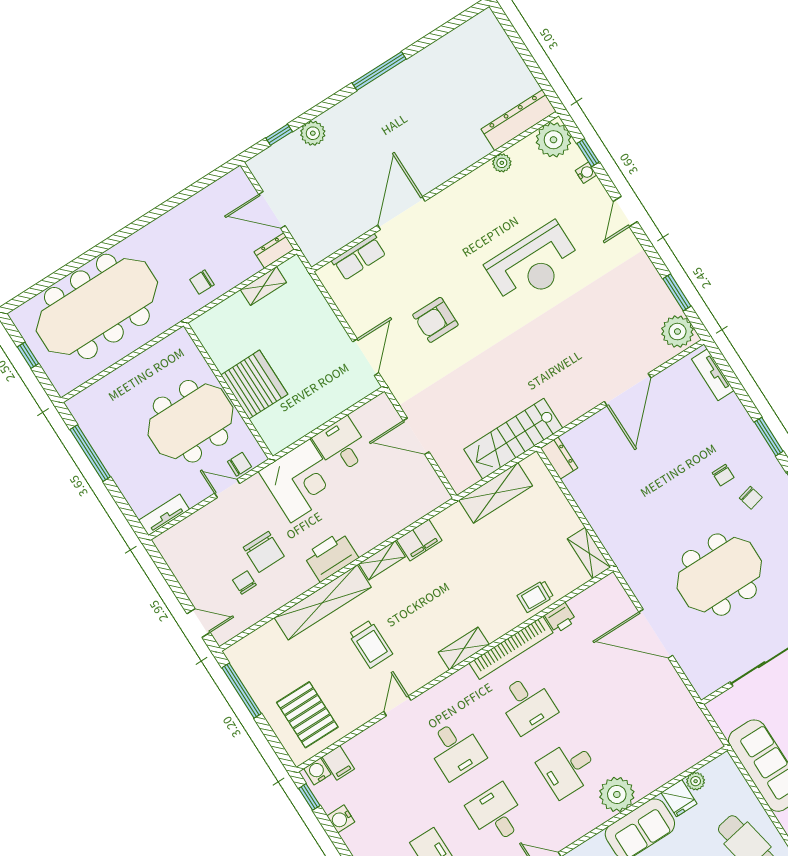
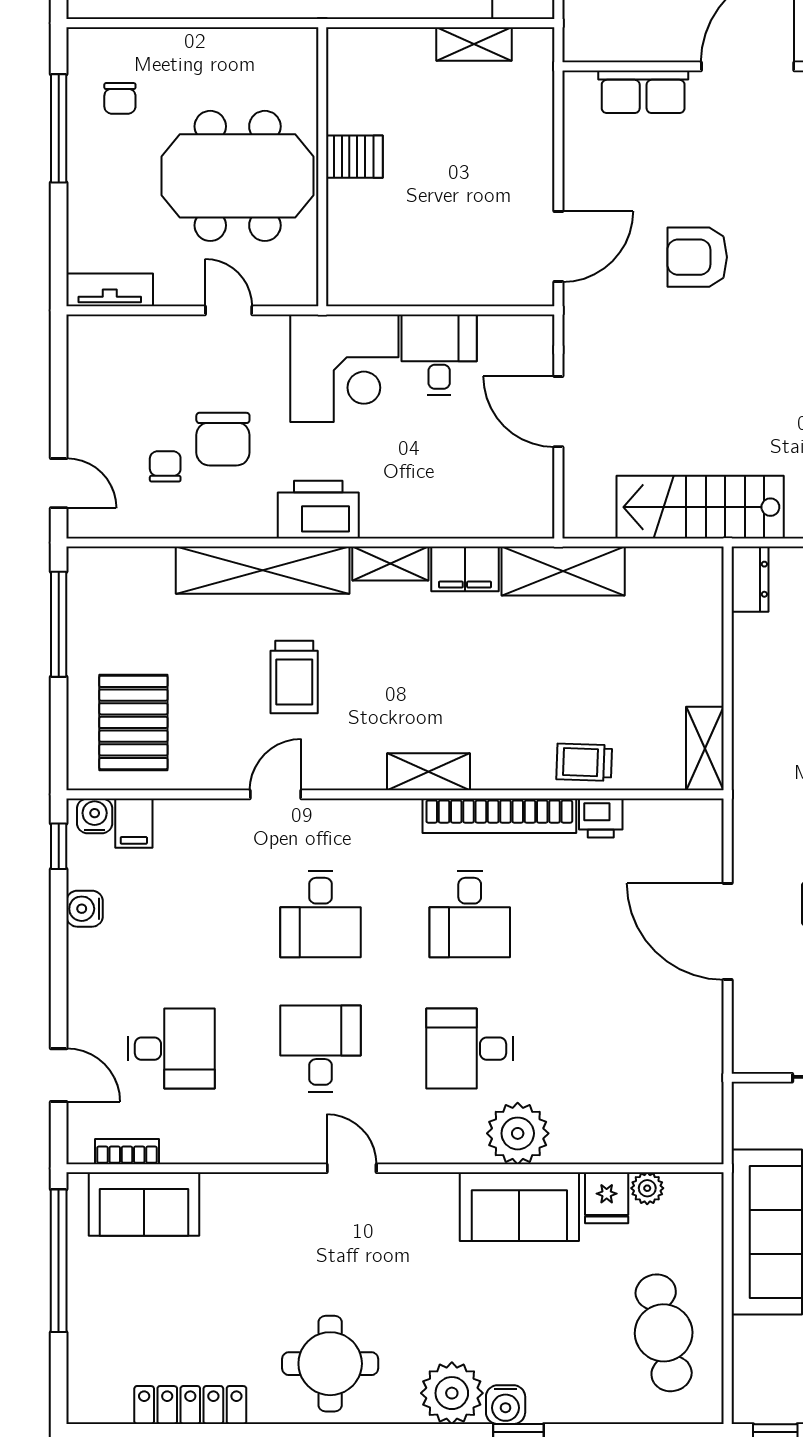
server rack: (254, 385) -> (354, 157), width x0.46, depth x0.70
chair: (239, 464) -> (120, 98), moved, turned 90
shelving: (496, 493) -> (563, 571), moved

